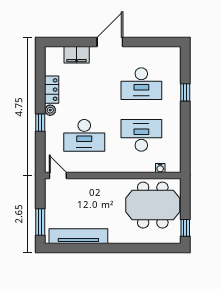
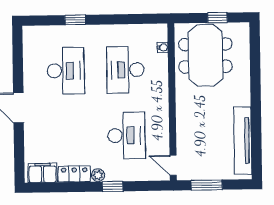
filing cabinet: (77, 55) -> (43, 173), moved, turned -90
door: (58, 175) -> (173, 165), hinge flipped
window: (40, 222) -> (207, 185), moved
window: (185, 228) -> (217, 18), moved

